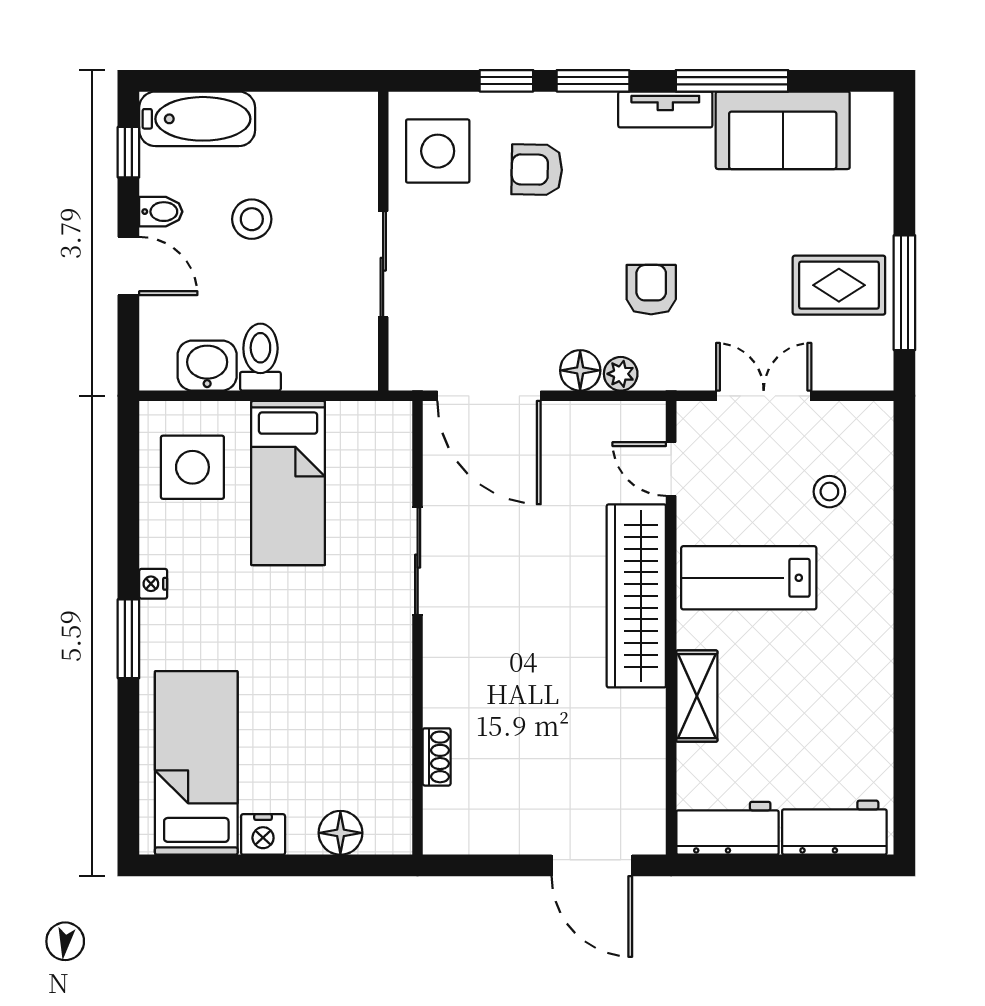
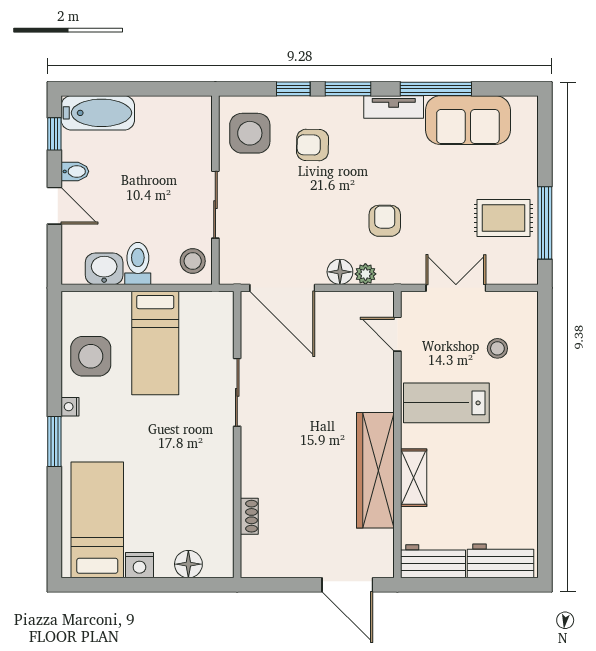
stool: (252, 219) -> (193, 261), moved
side table: (192, 467) -> (91, 356), moved
wardrobe: (636, 596) -> (375, 470), moved

